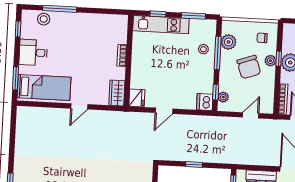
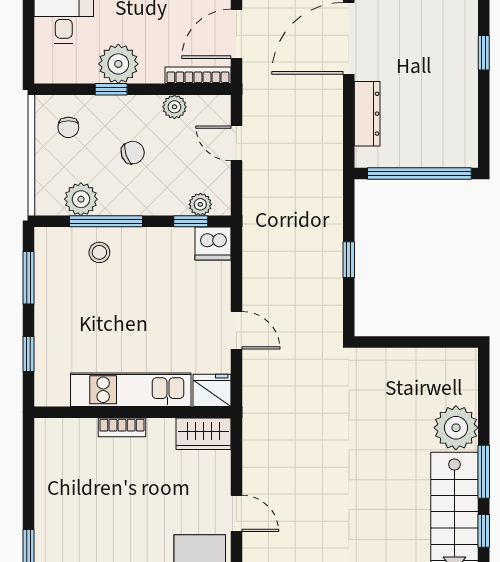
kitchen unit: (161, 25) -> (131, 390), moved, turned -90
plant: (270, 61) -> (174, 107), moved
chair: (249, 67) -> (133, 153), width x0.54, depth x0.54

